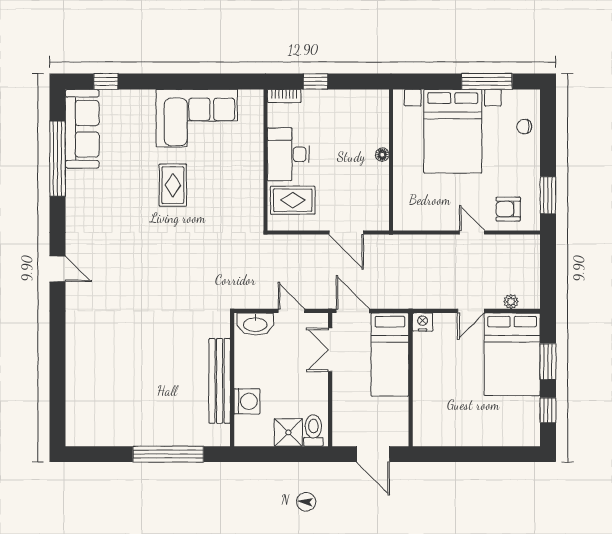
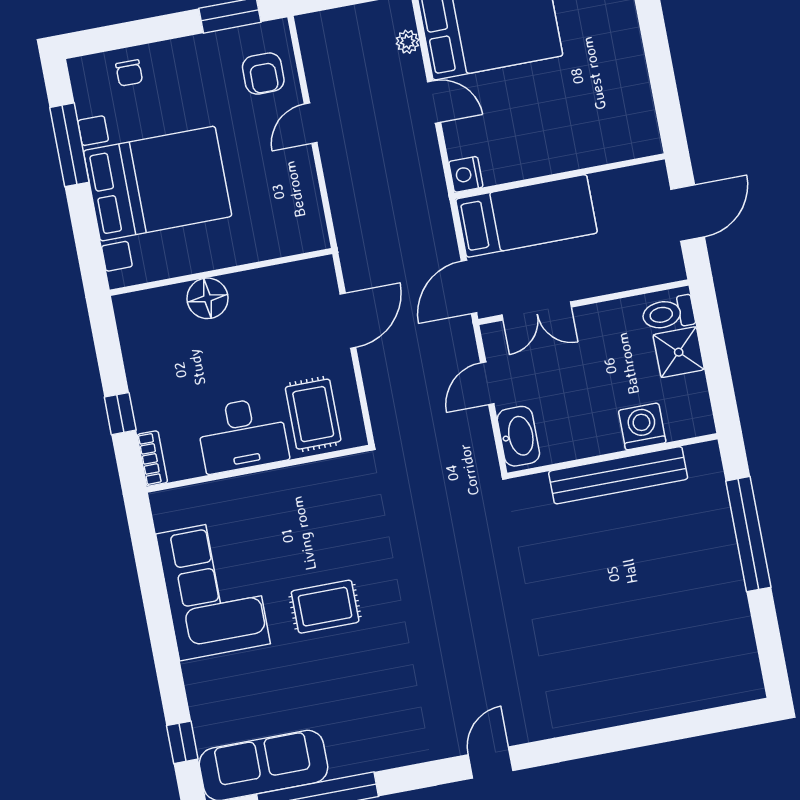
floor lamp: (382, 155) -> (208, 298), width x1.89, depth x1.89

